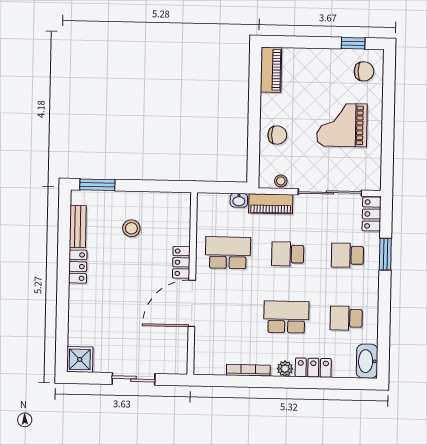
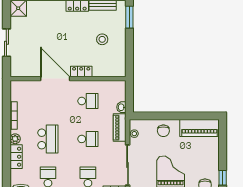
piano: (271, 70) -> (199, 128), width x1.37, depth x1.33
school desk: (228, 253) -> (88, 101), width x0.54
school desk: (288, 254) -> (88, 139), turned 90

